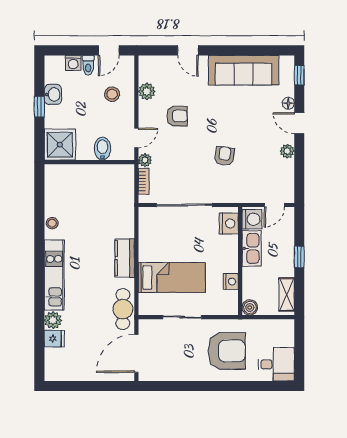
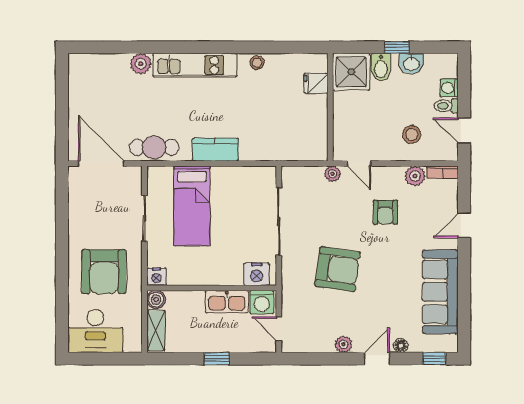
bidet: (102, 149) -> (381, 67), moved, turned 90
armchair: (224, 156) -> (338, 269), width x1.88, depth x1.88
bookcase: (144, 181) -> (442, 172), moved
nightstand: (231, 282) -> (157, 277), moved
shelving: (287, 295) -> (156, 330), moved, turned 90
fridge: (54, 339) -> (316, 83), moved, turned 90
desk: (276, 364) -> (95, 331), width x1.37

